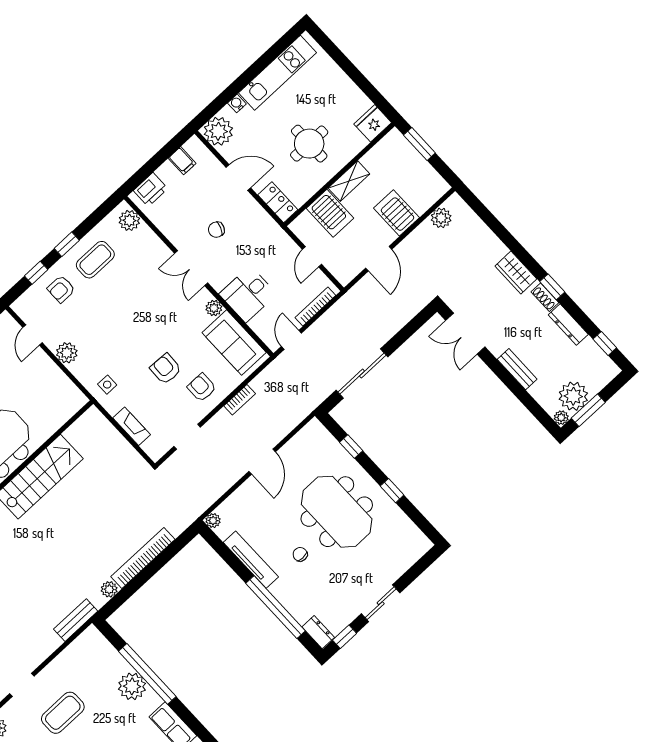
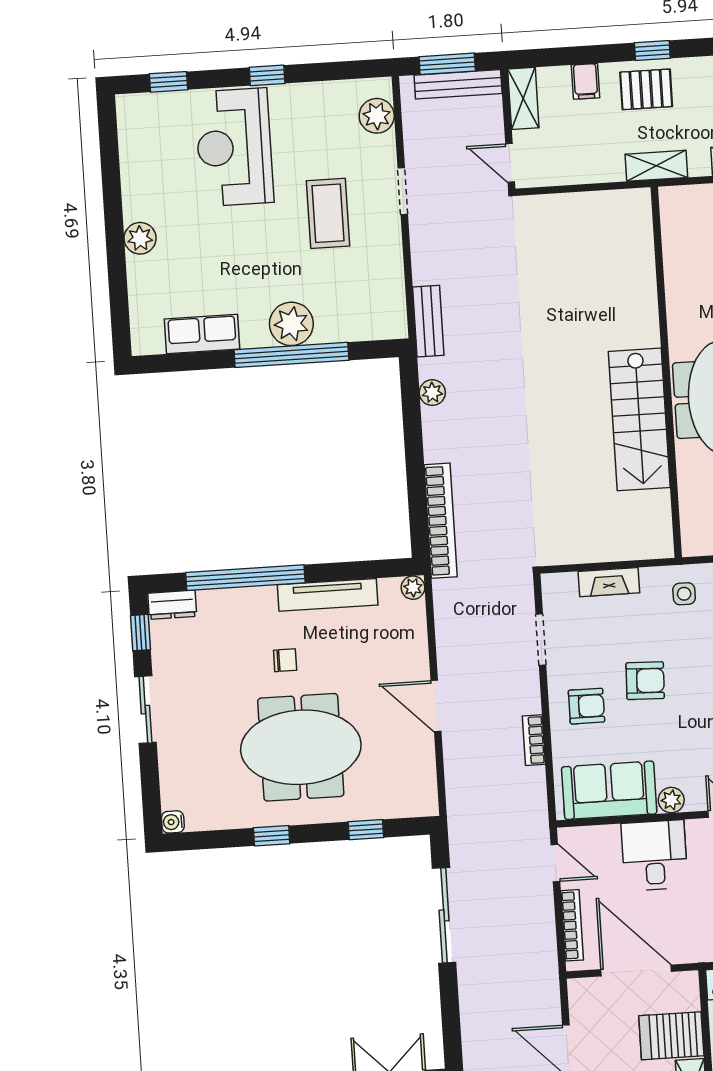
door: (312, 257) -> (636, 971), width x1.87
water cooler: (425, 545) -> (173, 822), added
bookcase: (143, 558) -> (441, 521), moved

